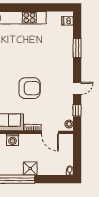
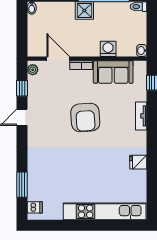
window: (77, 48) -> (22, 185), moved
armchair: (30, 88) -> (85, 118), turned -94

